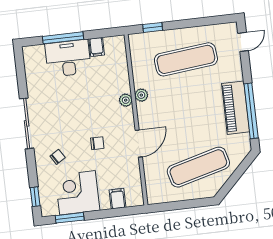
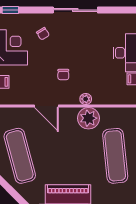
plant: (141, 95) -> (88, 118), width x1.87, depth x1.87
chair: (97, 143) -> (63, 75), moved

